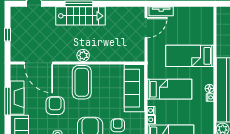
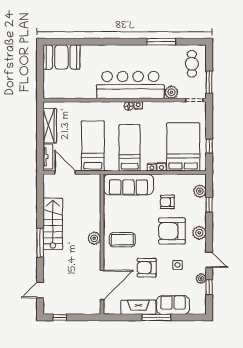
wardrobe: (191, 13) -> (50, 126), added
stairs: (80, 16) -> (53, 224), moved
window: (7, 35) -> (60, 317), moved
bed: (190, 56) -> (93, 146), moved, turned 180
coffee table: (82, 82) -> (122, 240), width x0.73, depth x0.76
window: (7, 101) -> (156, 317), moved

